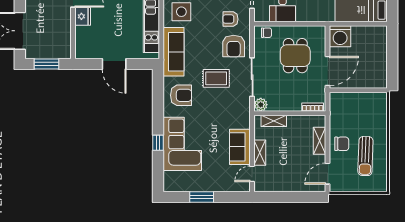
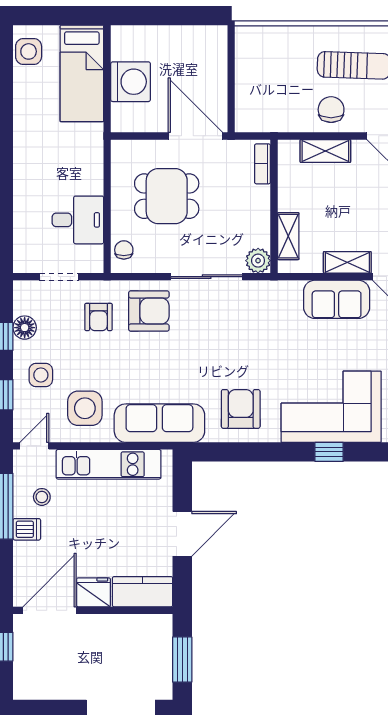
washing machine: (340, 36) -> (131, 82), moved
kitchen counter: (83, 43) -> (143, 592), added
rug: (216, 78) -> (209, 343), removed

